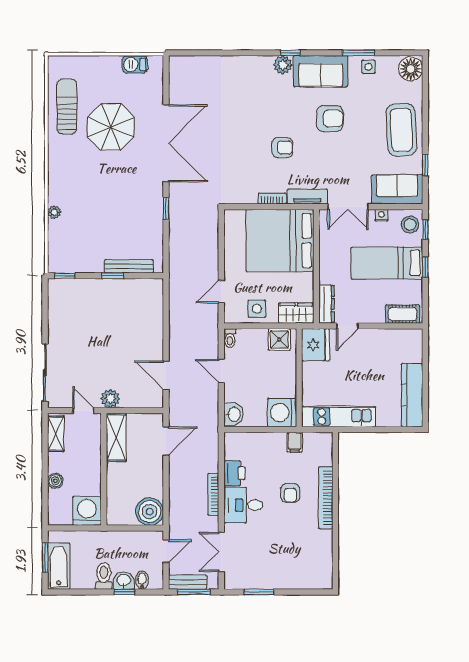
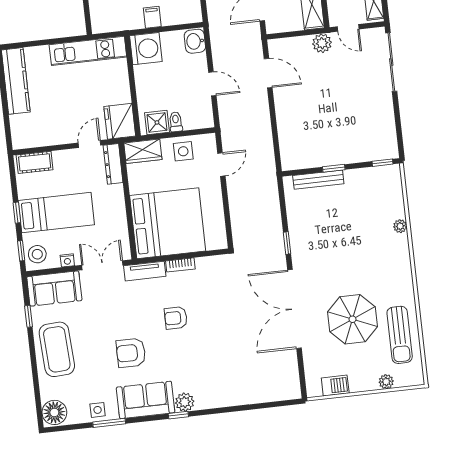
plant: (85, 63) -> (386, 382), added
toilet: (230, 338) -> (176, 122), moved
filing cabinet: (295, 442) -> (152, 17), moved

